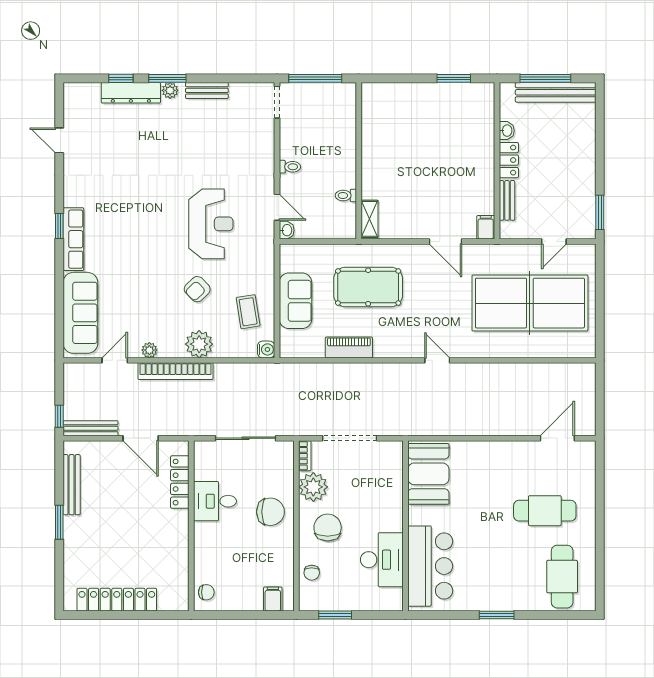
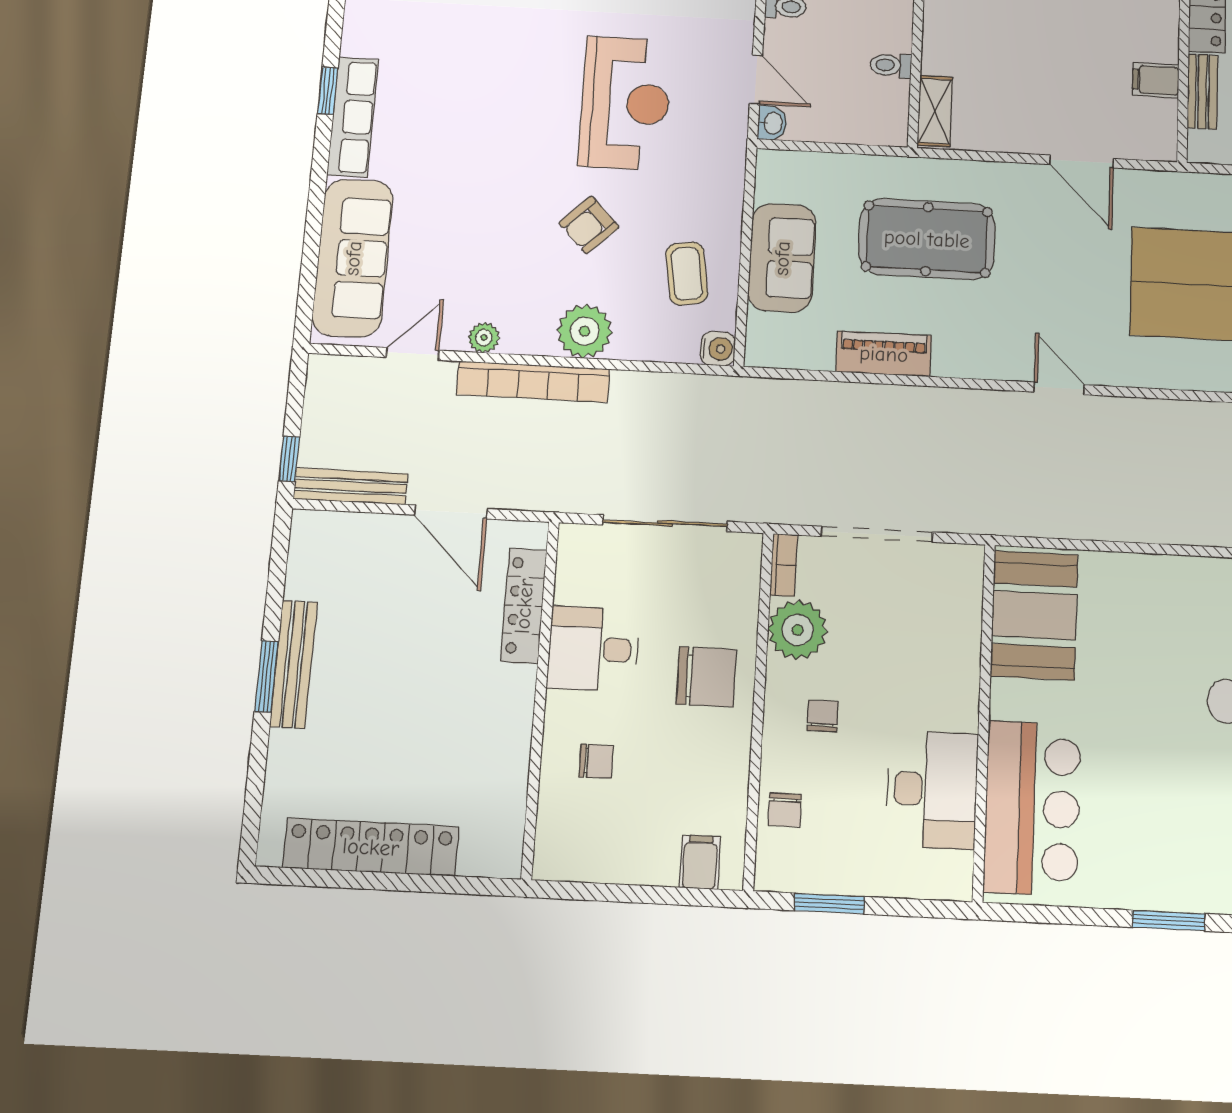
filing cabinet: (486, 227) -> (1156, 80), moved, turned -90
bench: (72, 485) -> (294, 664), moved
chair: (328, 527) -> (823, 716), width x0.54, depth x0.54
chair: (206, 592) -> (596, 761), moved

